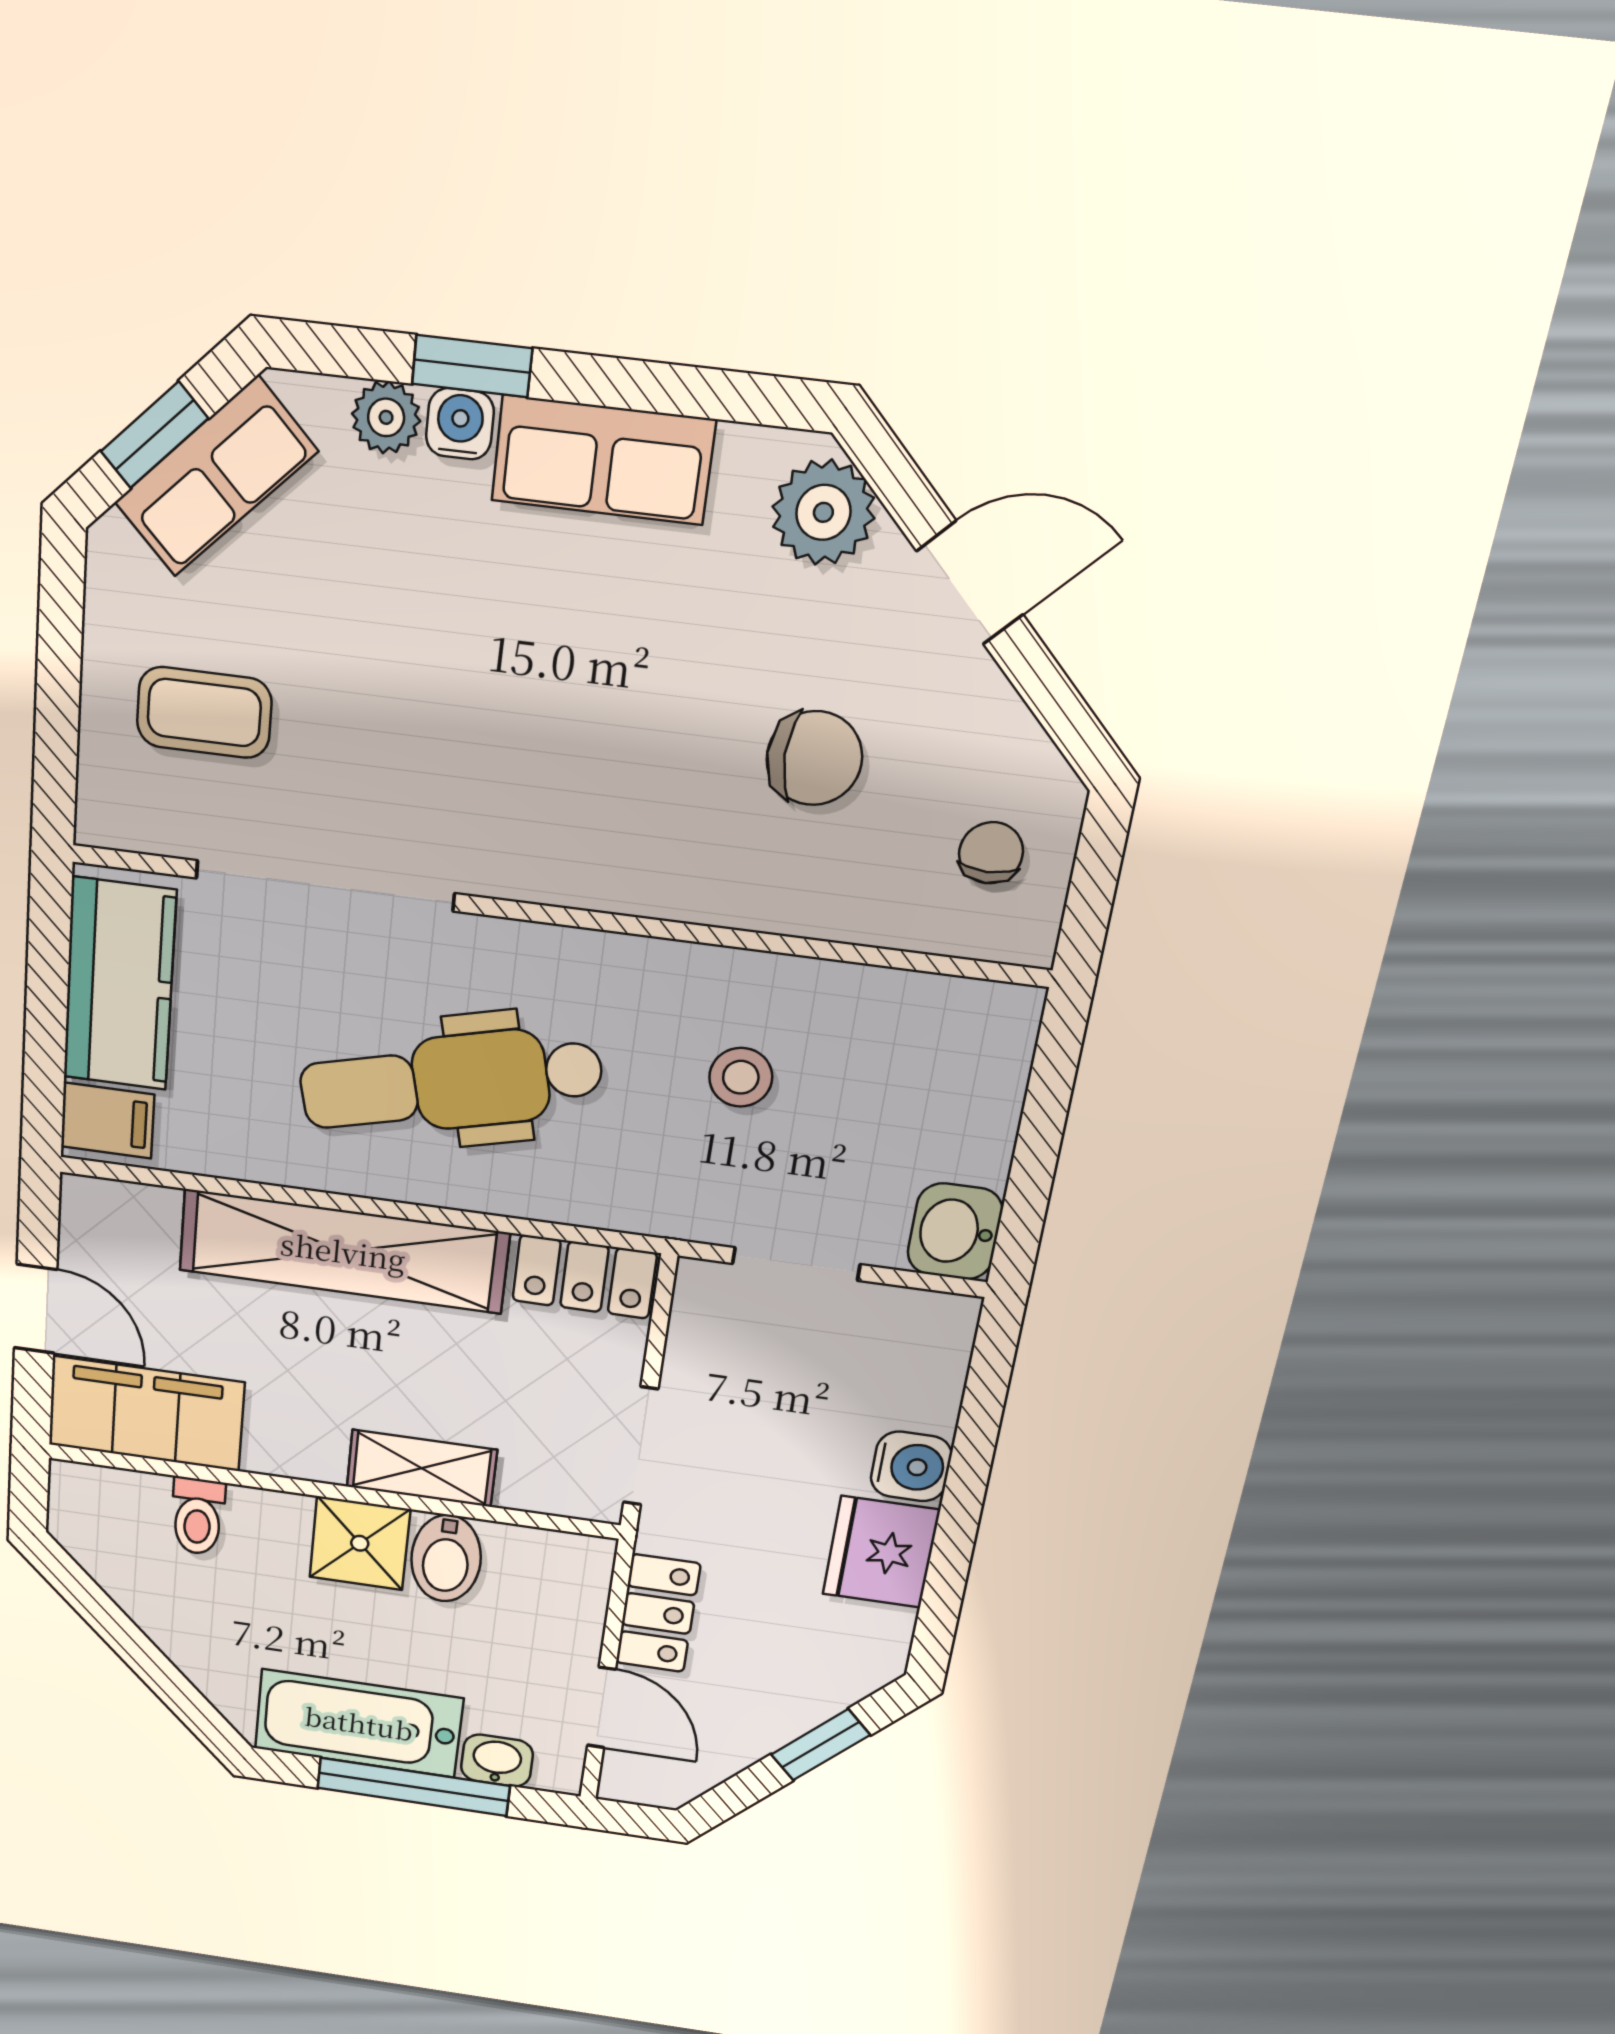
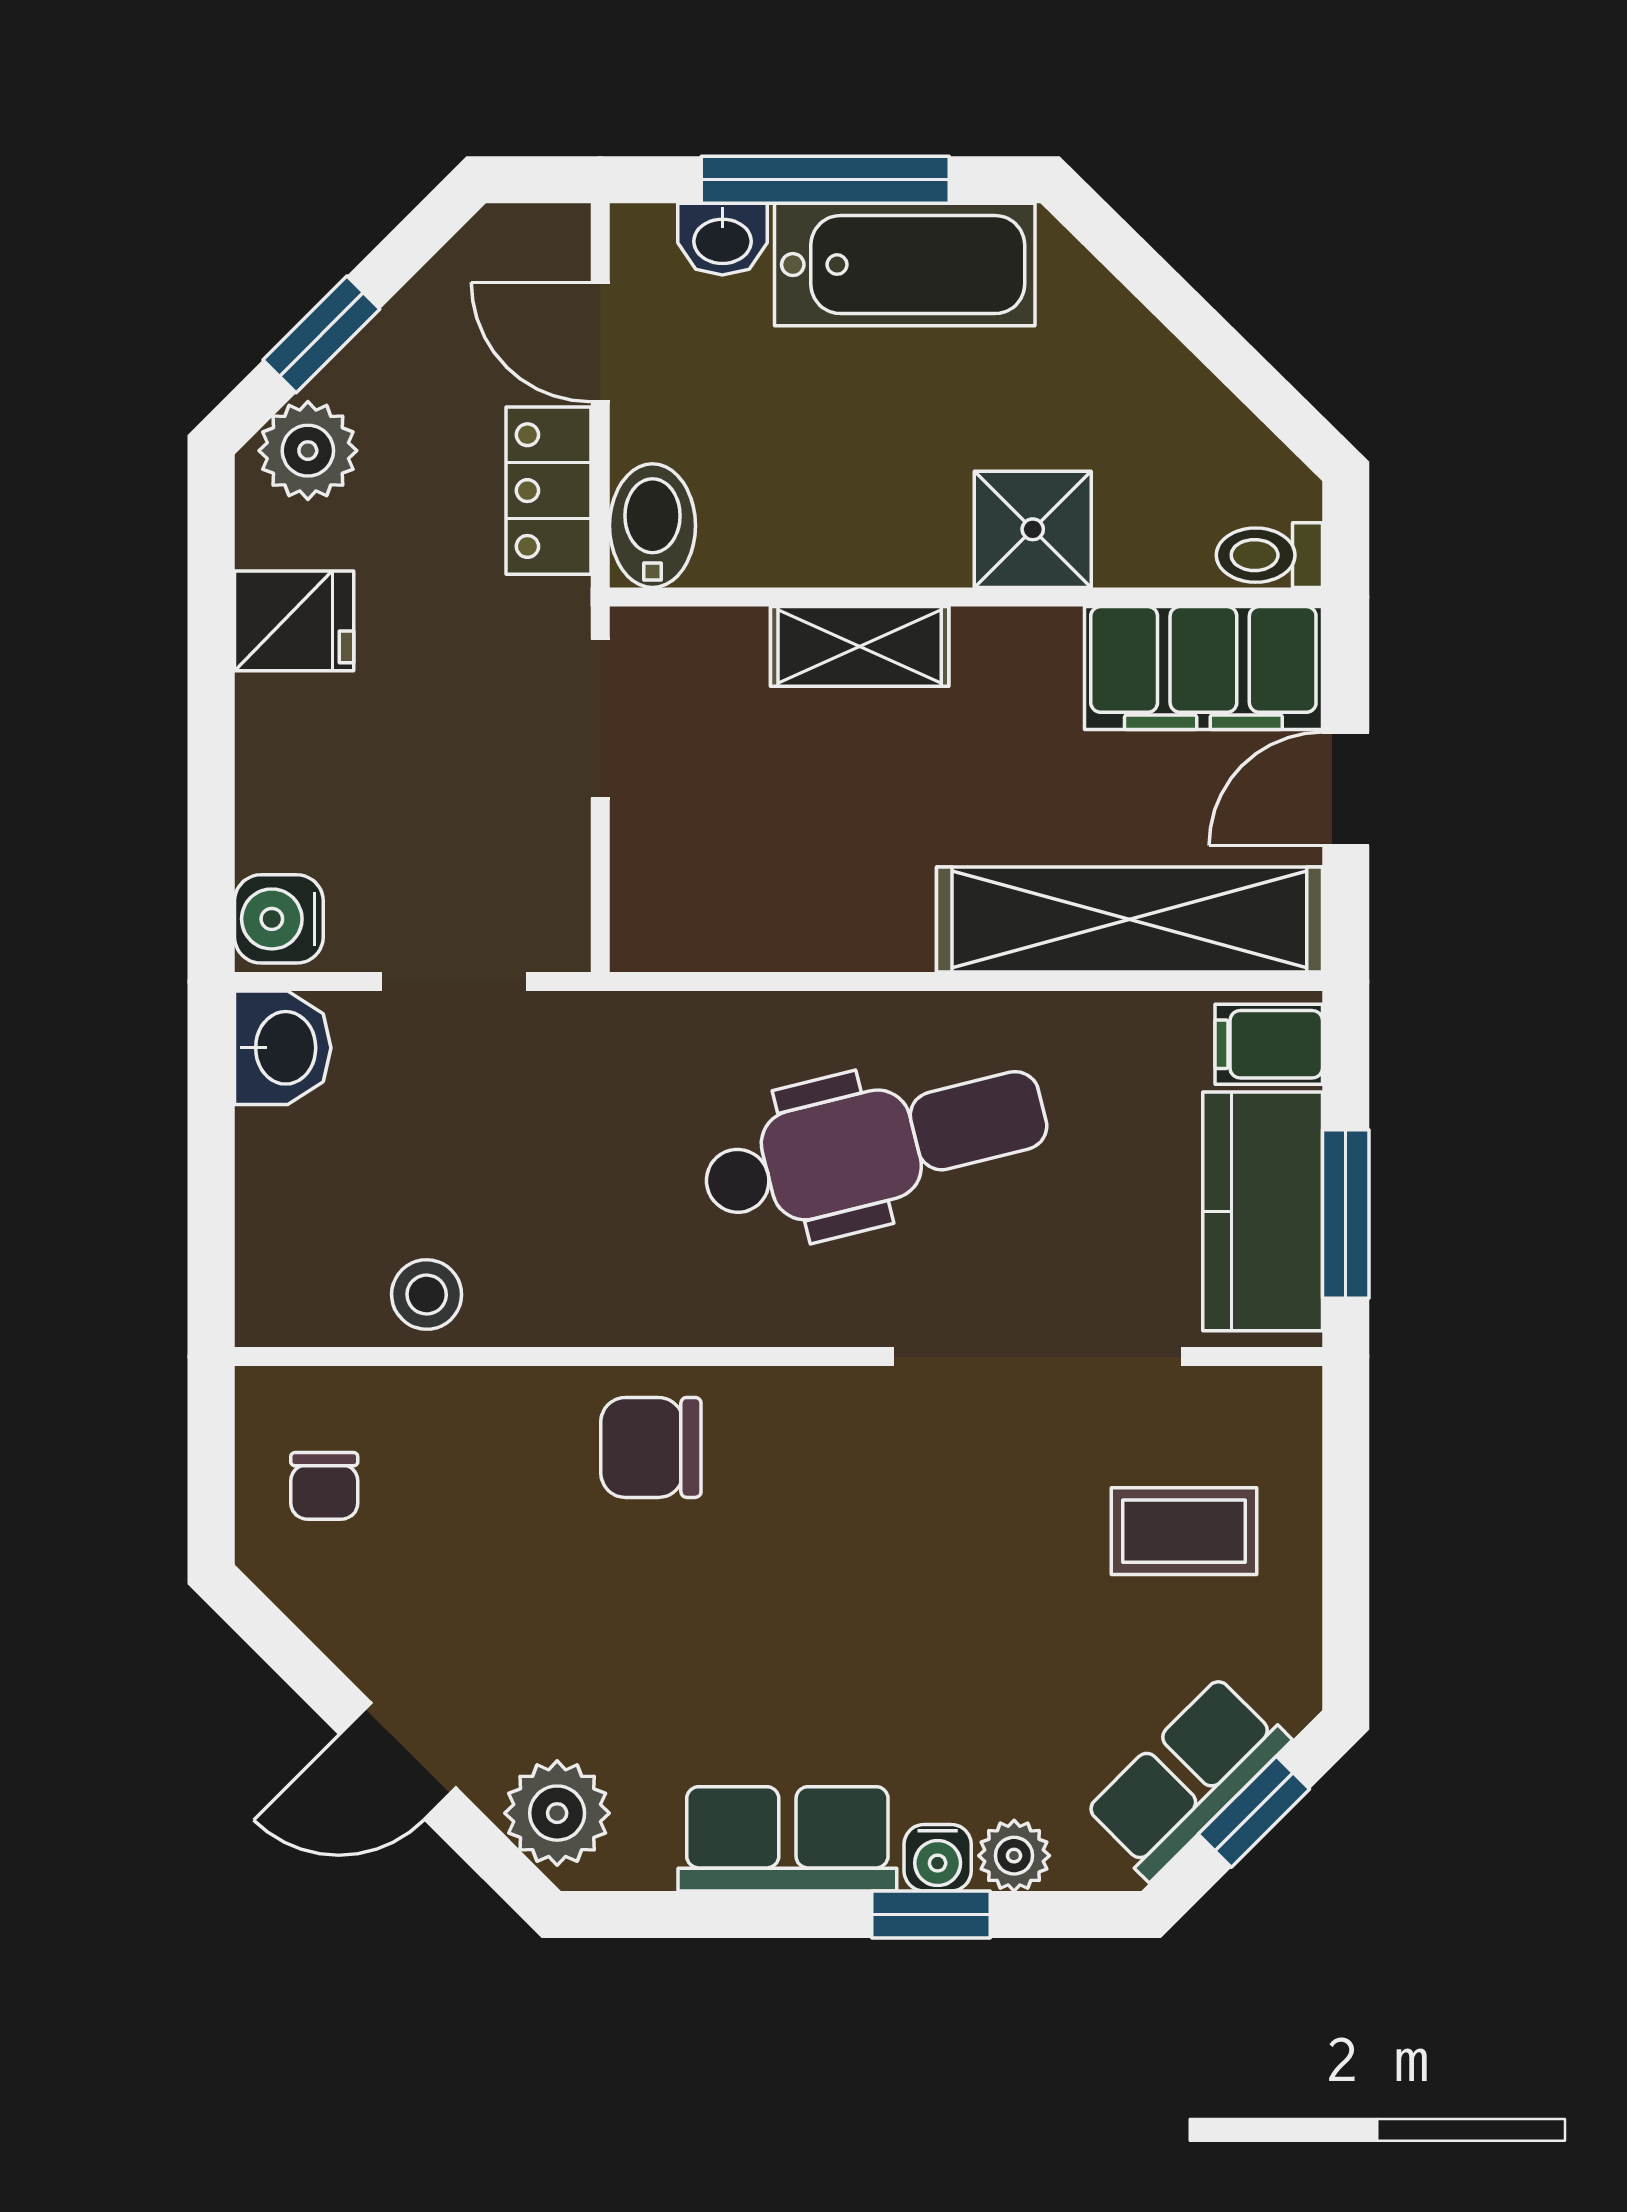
chair: (814, 758) -> (651, 1447), moved
window: (48, 973) -> (1346, 1214), added
stool: (741, 1077) -> (427, 1295), moved
shelving: (343, 1251) -> (1129, 919), moved
locker: (584, 1277) -> (694, 929), removed
door: (36, 1309) -> (1346, 789), hinge flipped
water cooler: (911, 1466) -> (279, 919), moved
toilet: (198, 1516) -> (1269, 555), moved, turned -90
shower: (360, 1543) -> (1033, 529), moved
fridge: (881, 1552) -> (294, 621), width x0.72
bidet: (446, 1558) -> (652, 526), moved
plant: (847, 1669) -> (308, 451), added

